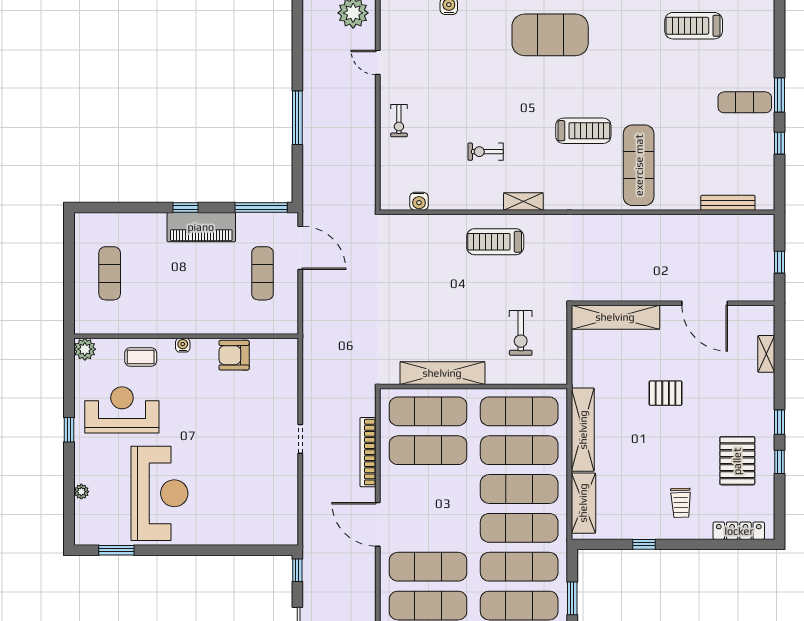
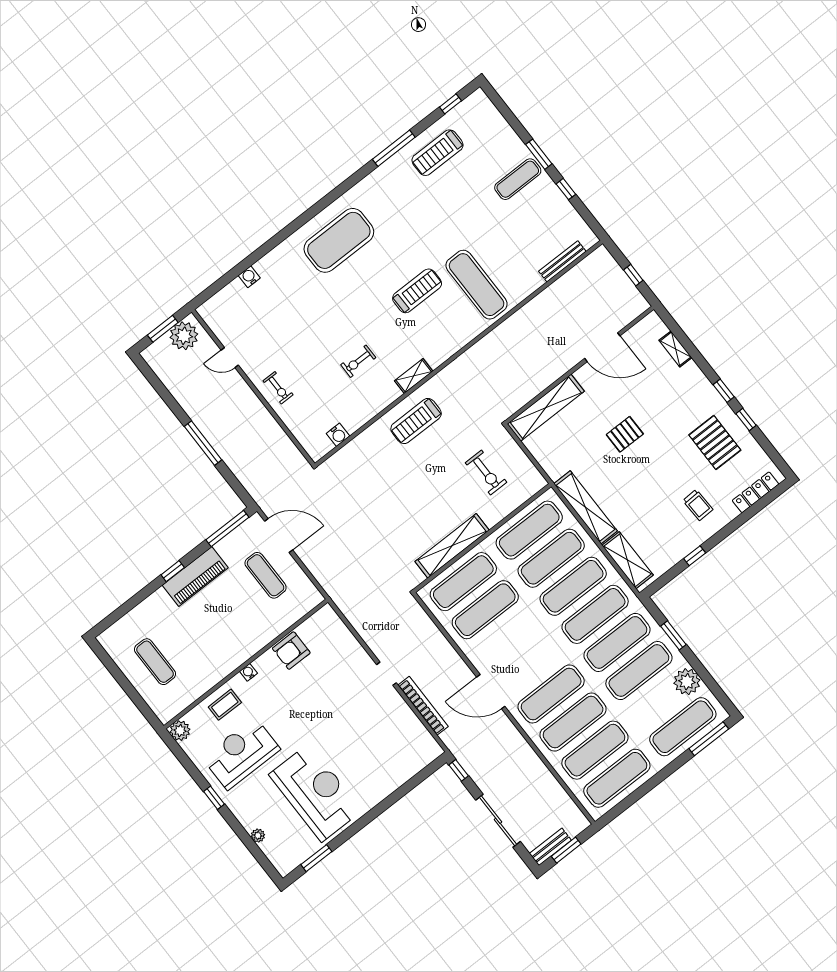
bookcase: (368, 452) -> (423, 706), moved, turned 180

